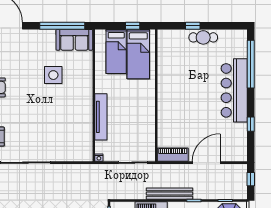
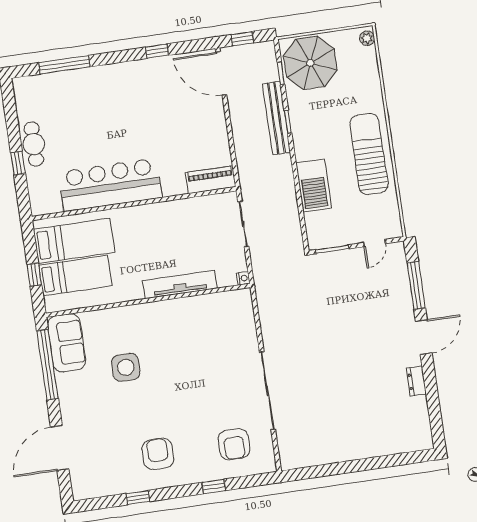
window: (133, 26) -> (34, 275), moved
window: (251, 64) -> (64, 65), width x0.68
bar counter: (234, 90) -> (110, 185), moved, turned 180
piano: (173, 155) -> (211, 180), moved, turned 90
door: (206, 163) -> (221, 73), moved
bench: (169, 194) -> (276, 118), moved

